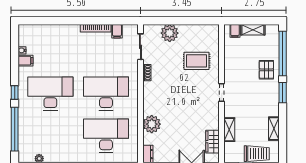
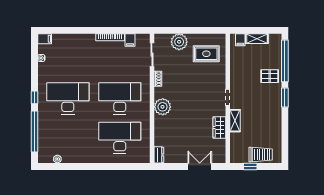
filing cabinet: (26, 61) -> (45, 39), moved
rug: (197, 61) -> (206, 54), moved
pallet: (266, 70) -> (270, 76), turned 90
plant: (152, 124) -> (163, 107), moved
shelving: (274, 129) -> (277, 131), removed
shelving: (229, 130) -> (235, 121), moved
wardrobe: (213, 142) -> (219, 128), moved

